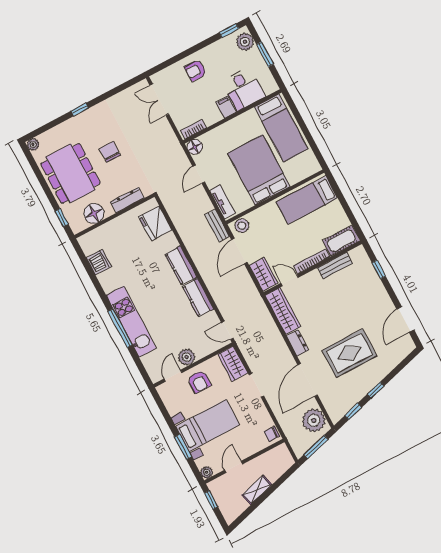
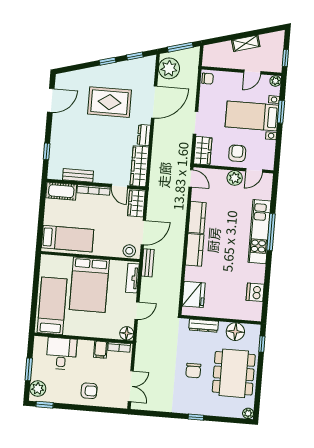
filing cabinet: (226, 107) -> (100, 350), moved

